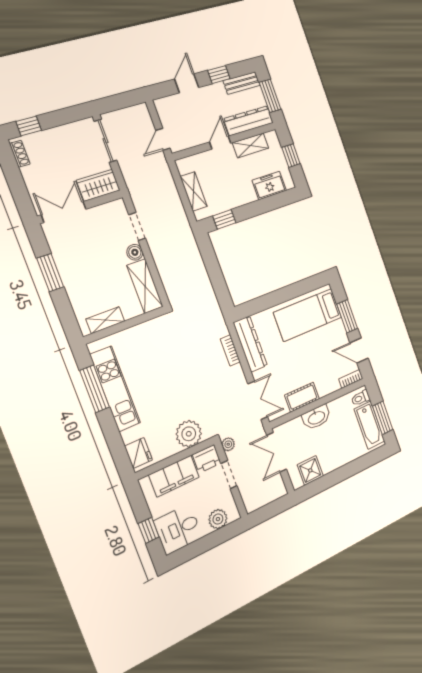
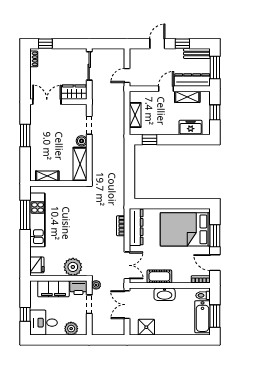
bed: (308, 315) -> (185, 229), width x1.50

